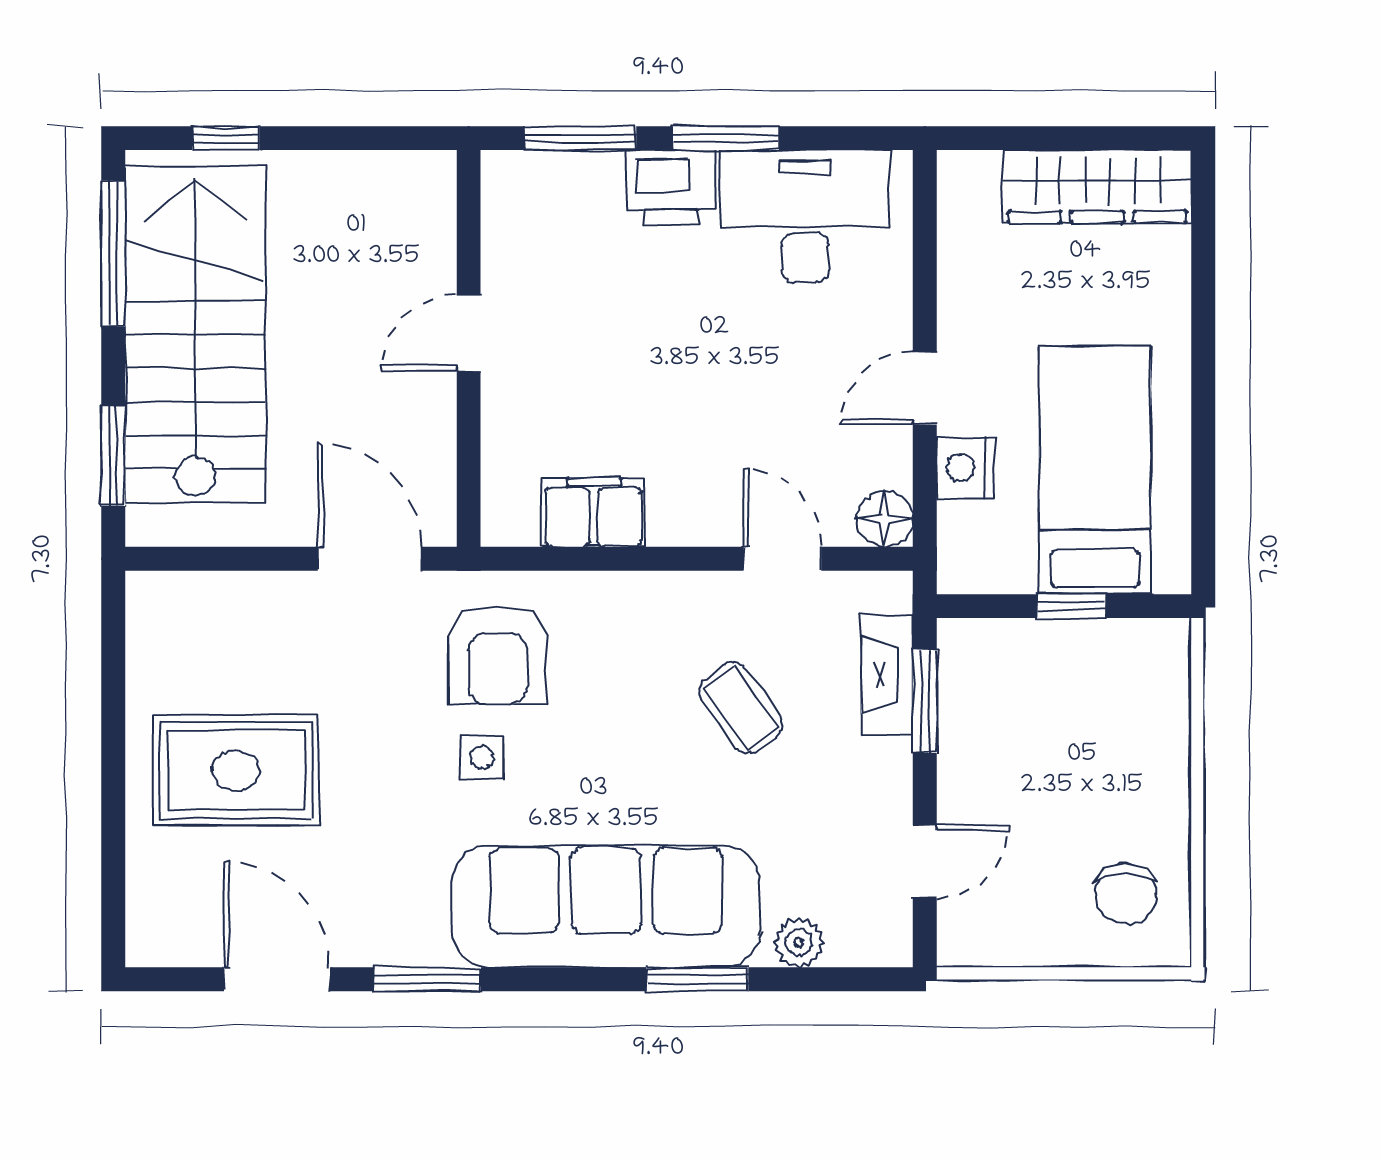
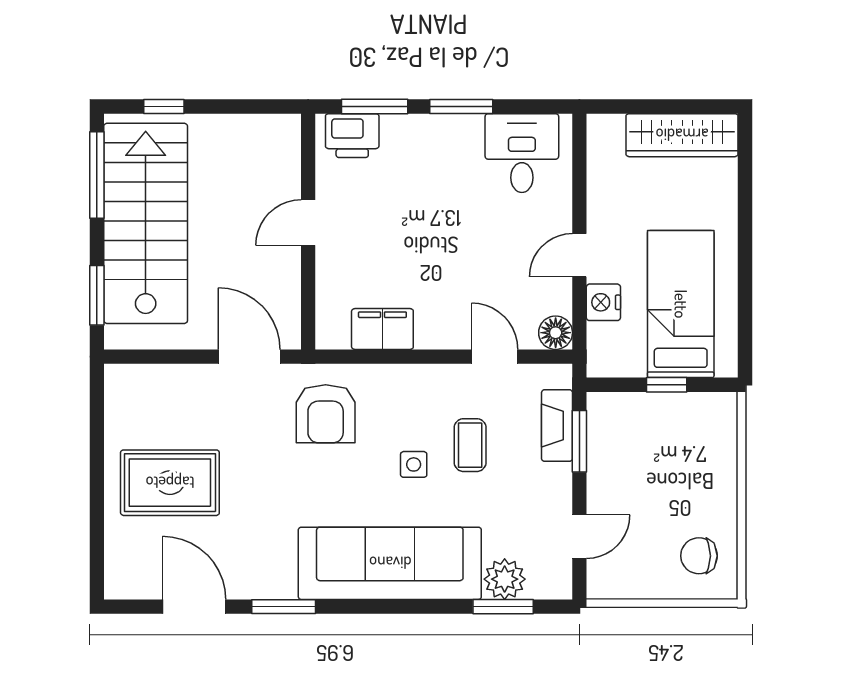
printer: (671, 187) -> (352, 136), moved
desk: (805, 216) -> (522, 153), width x0.73
coffee table: (741, 708) -> (470, 445), turned 36
side table: (482, 757) -> (414, 464), moved
chair: (1126, 894) -> (699, 556), turned 90
plant: (799, 942) -> (505, 579), width x1.38, depth x1.38
window: (697, 979) -> (503, 607), moved

